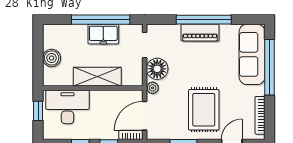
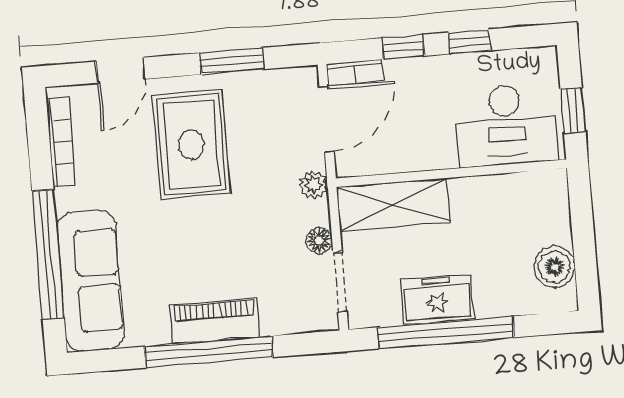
boiler: (52, 58) -> (554, 267), moved
floor lamp: (157, 69) -> (319, 240), width x0.53, depth x0.53
shelving: (97, 77) -> (393, 205), moved

